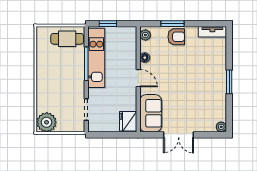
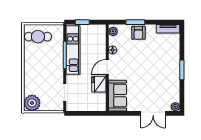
armchair: (176, 37) -> (138, 33), turned 90
cafe table: (67, 39) -> (38, 37), moved
door: (138, 78) -> (107, 67), swing flipped
fridge: (128, 121) -> (99, 84), moved
double door: (179, 135) -> (153, 113), moved

